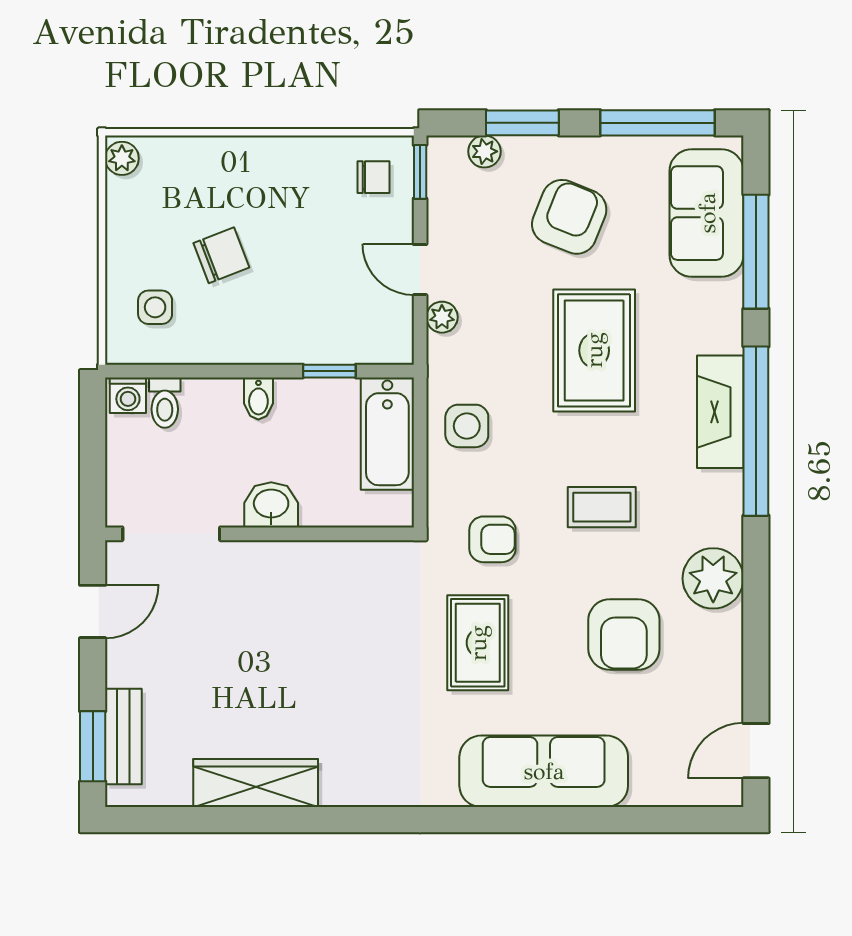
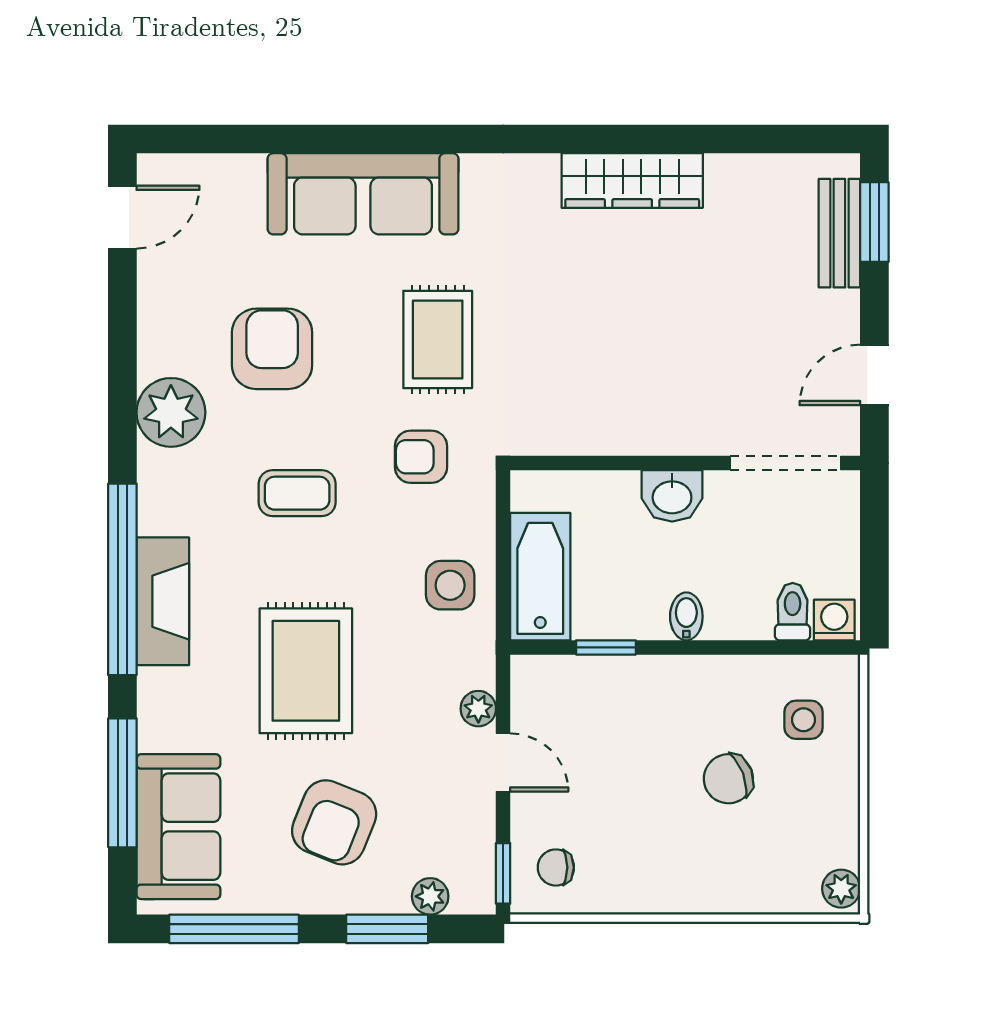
wardrobe: (256, 783) -> (632, 181), moved

